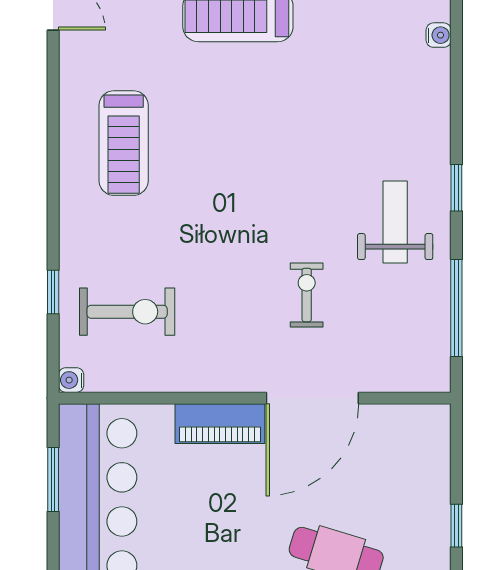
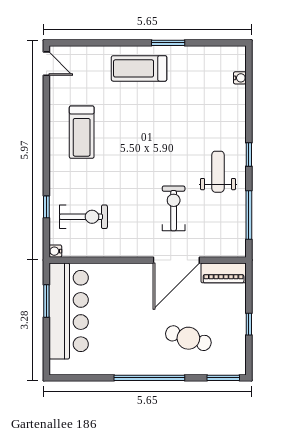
exercise bike: (307, 295) -> (174, 208), width x1.38, depth x1.39
piano: (220, 424) -> (224, 273), moved

